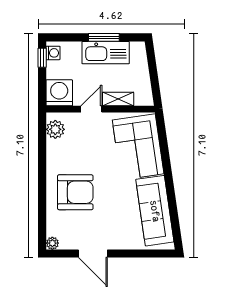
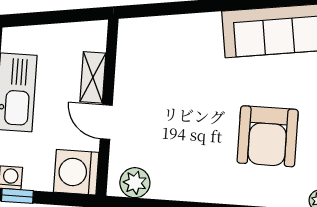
corner sofa: (138, 147) -> (173, 50), removed
armchair: (75, 192) -> (268, 136), moved, turned 180

